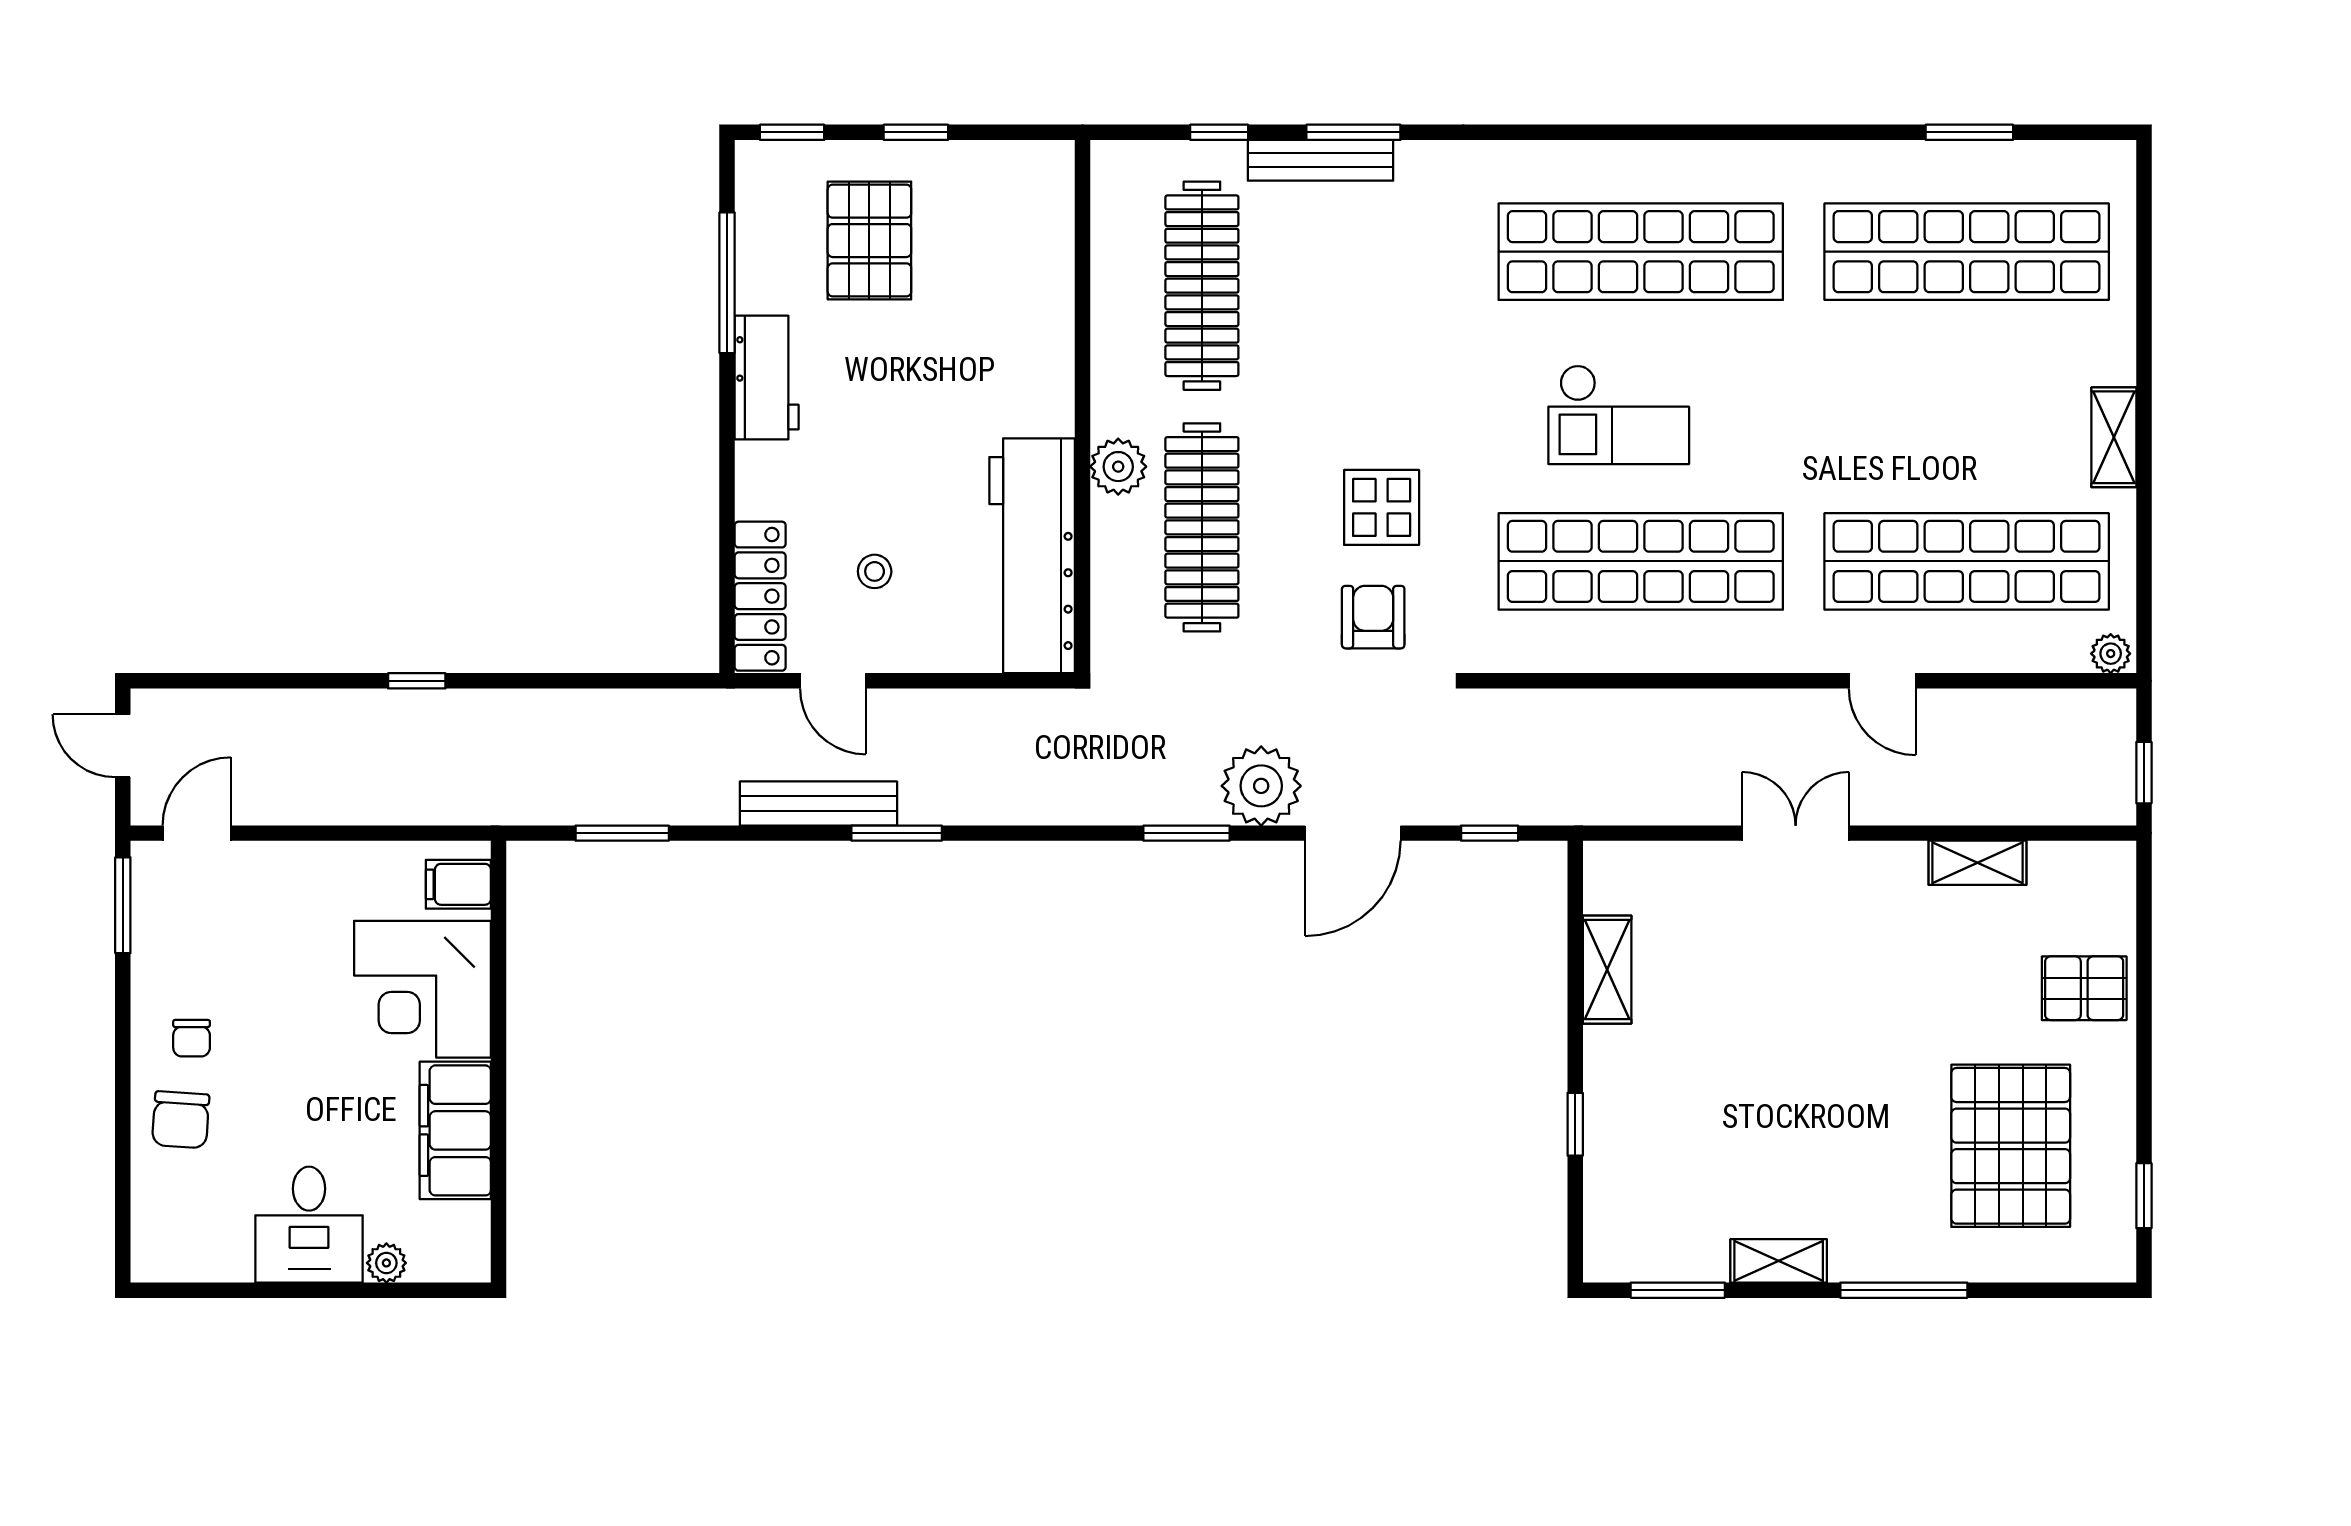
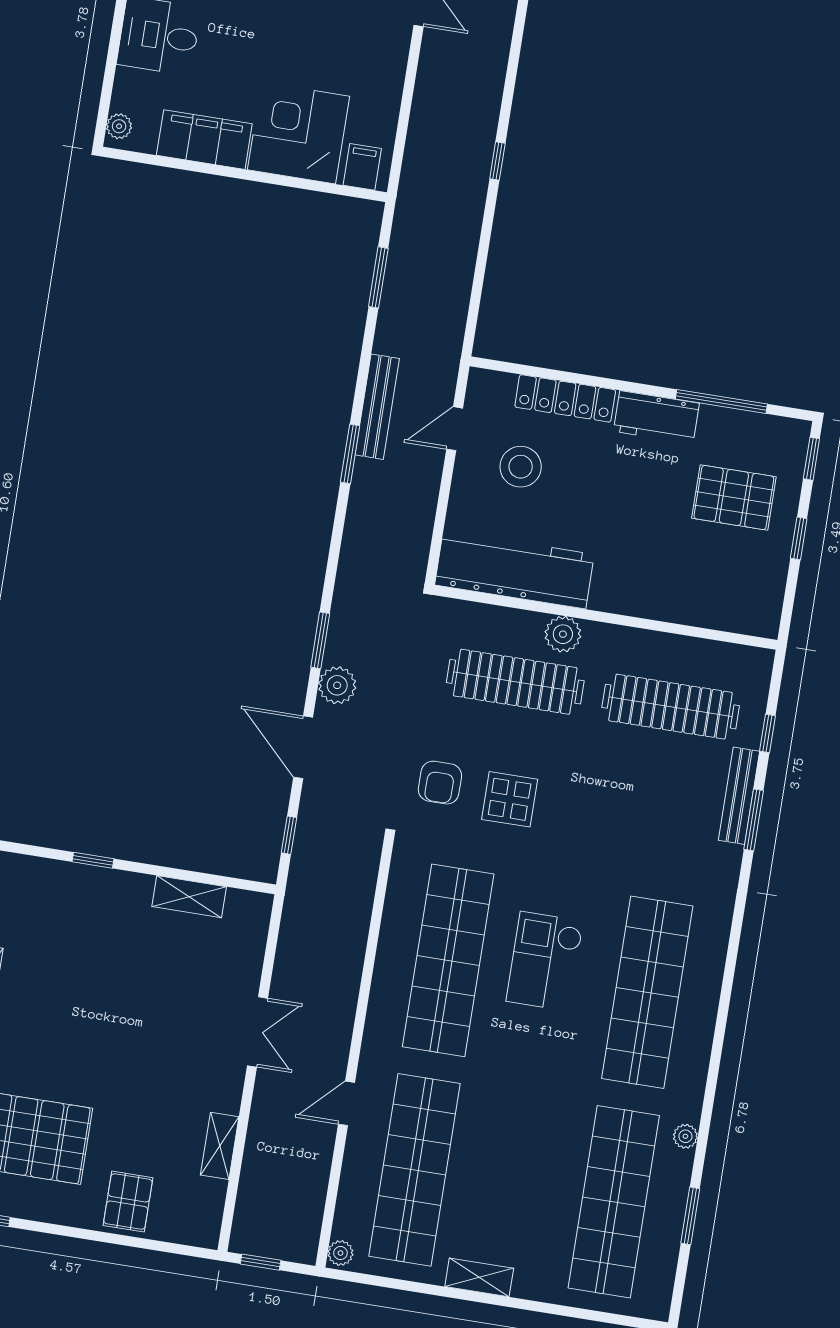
plant: (1850, 159) -> (685, 1136), added
stool: (875, 571) -> (521, 467), width x1.89, depth x1.89
locker: (760, 596) -> (565, 398), moved
armchair: (1373, 617) -> (440, 783), turned 90
plant: (1261, 786) -> (337, 685), width x0.73, depth x0.73
plant: (386, 1263) -> (119, 126), moved

